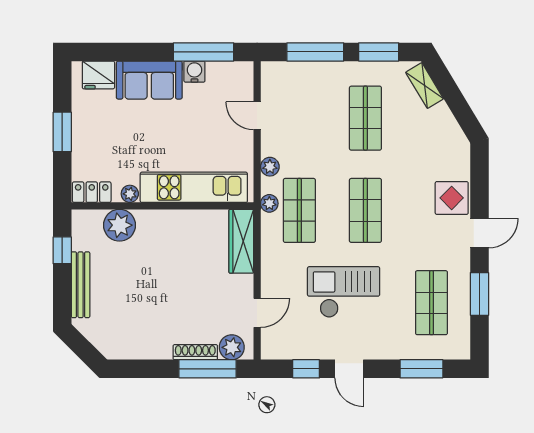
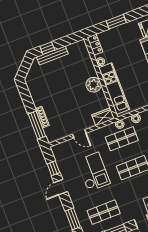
plant: (119, 225) -> (94, 85), moved
wardrobe: (241, 241) -> (103, 117), width x0.67
window: (62, 250) -> (47, 48), moved
door: (257, 313) -> (79, 134), moved
plant: (232, 347) -> (50, 132), removed

